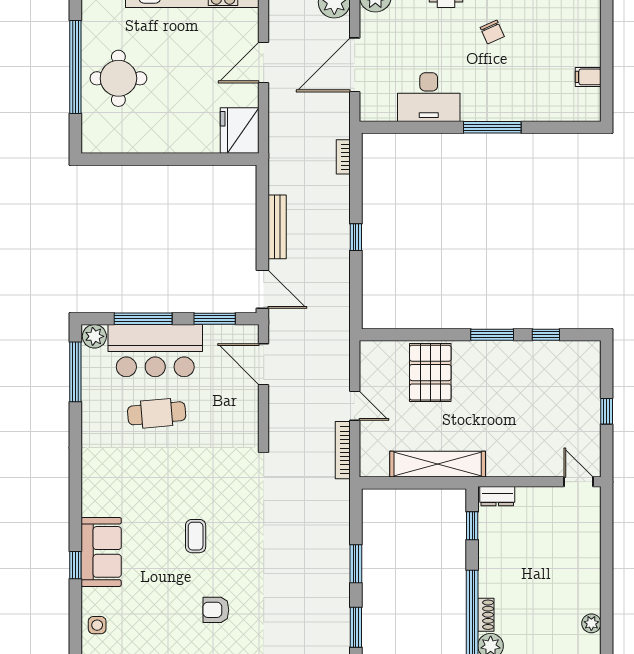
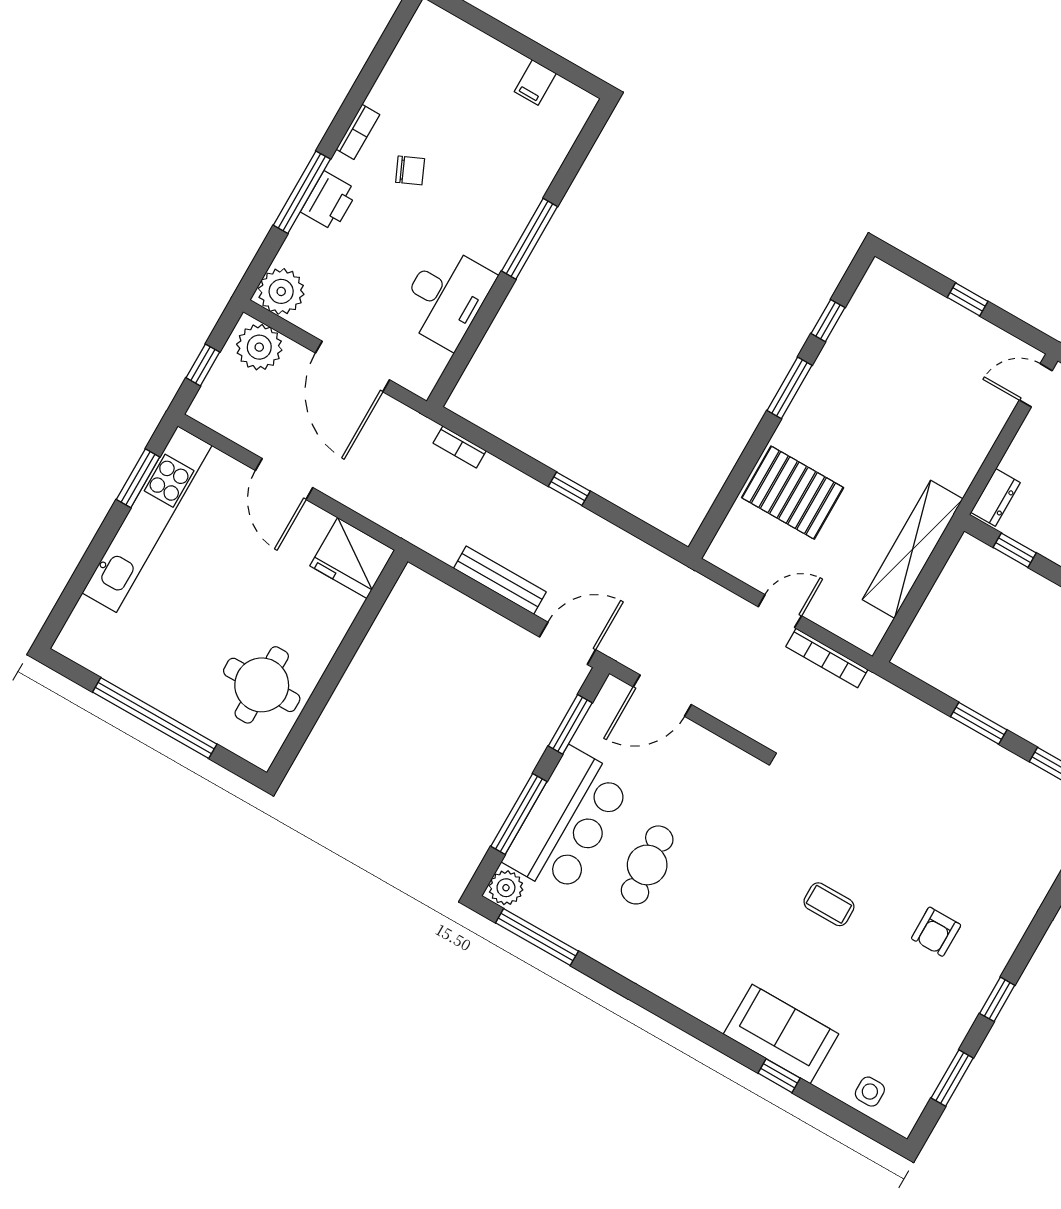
round table: (118, 78) -> (262, 685), moved

